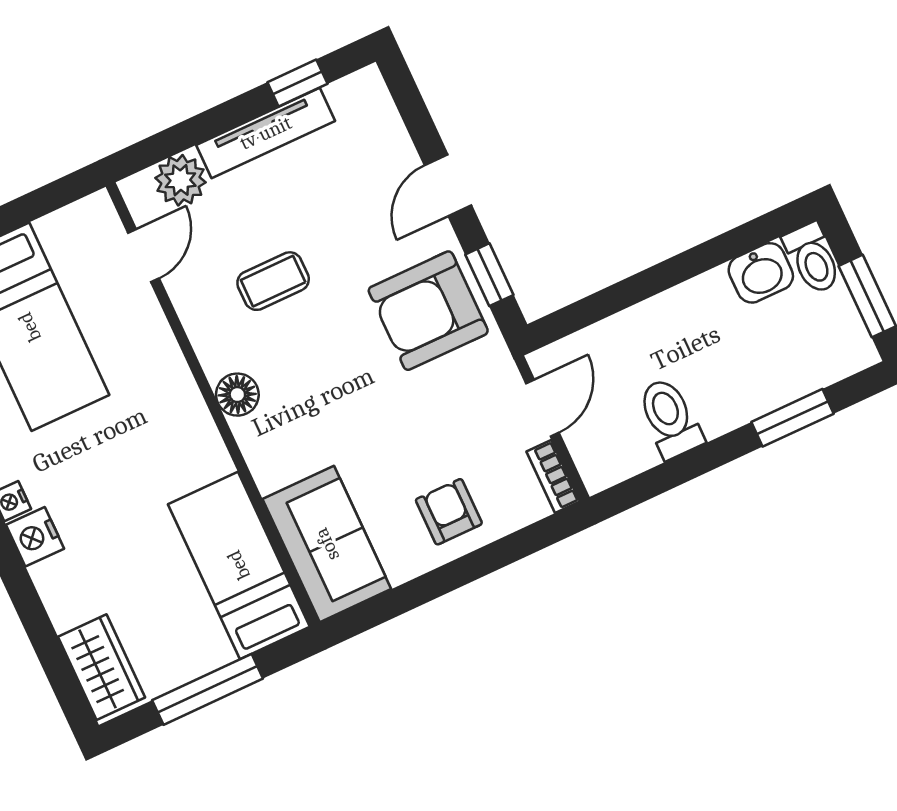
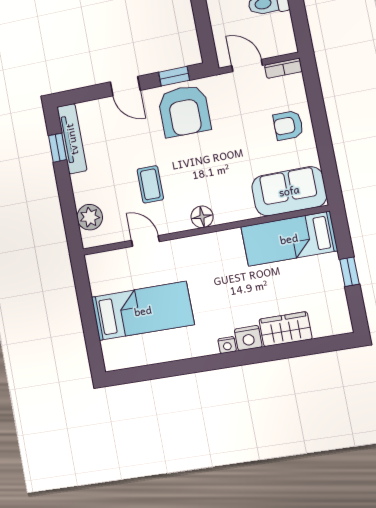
tv unit: (266, 133) -> (72, 139), moved
door: (143, 255) -> (145, 241), moved
wardrobe: (102, 667) -> (286, 329), moved
window: (208, 689) -> (349, 272), width x0.46

